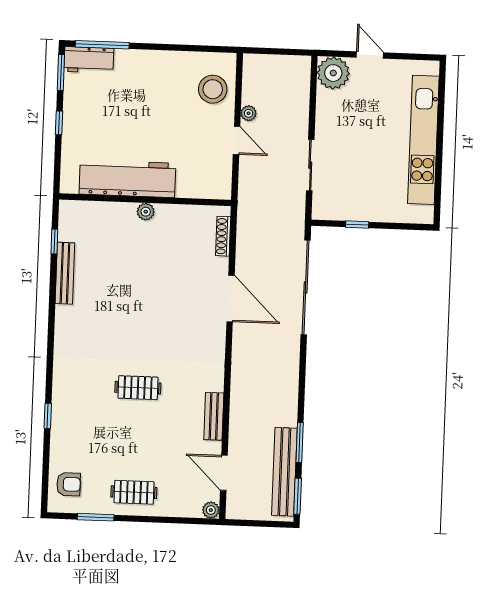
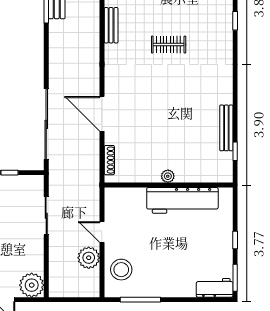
window: (102, 45) -> (140, 300), moved
plant: (249, 113) -> (89, 258), width x1.88, depth x1.88

